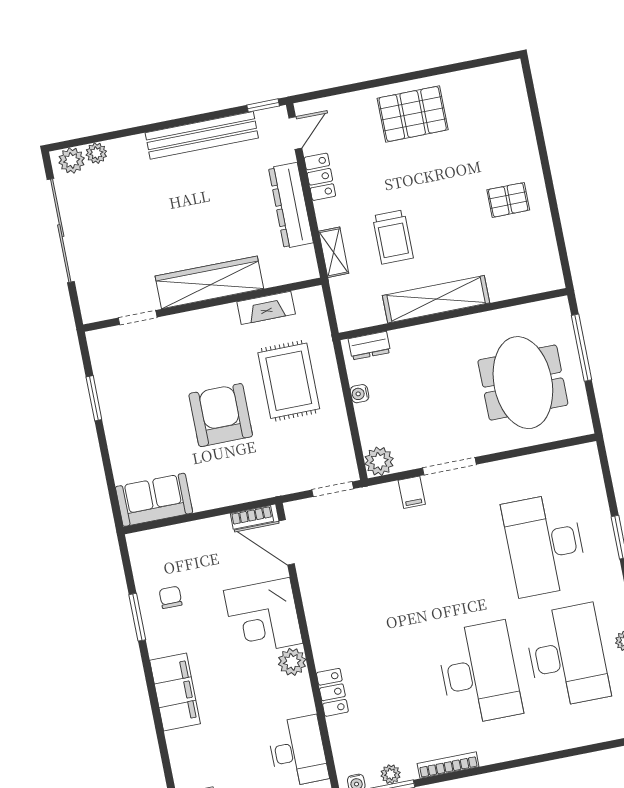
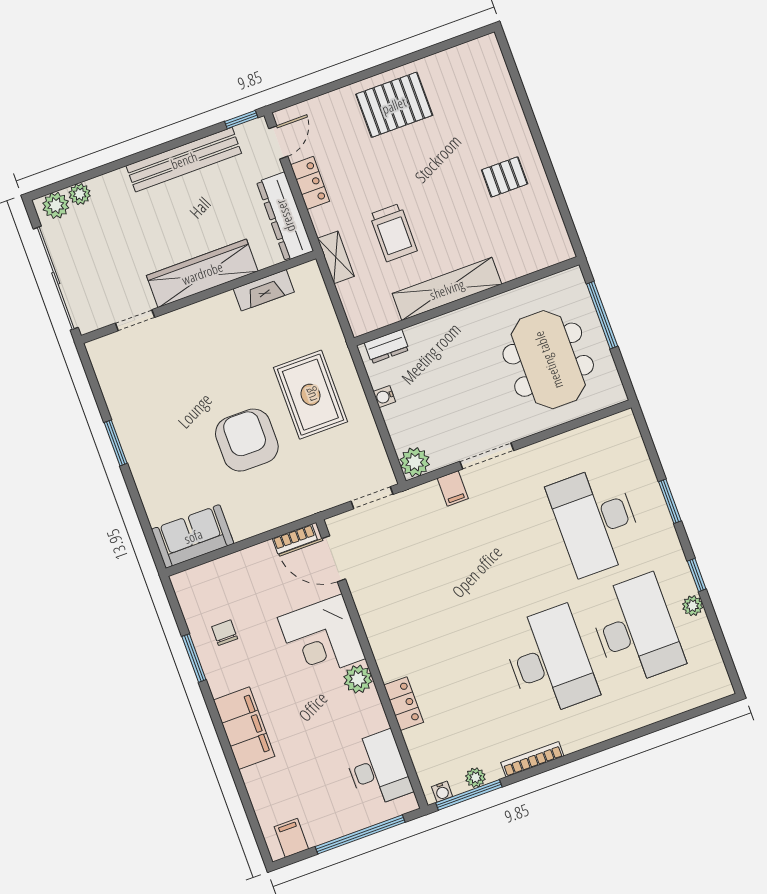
wardrobe: (209, 282) -> (202, 273), moved
wall: (202, 305) -> (199, 297), moved
fireplace: (266, 308) -> (264, 290), moved
doorway: (138, 318) -> (135, 320), moved

